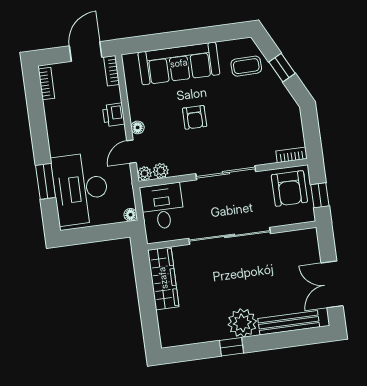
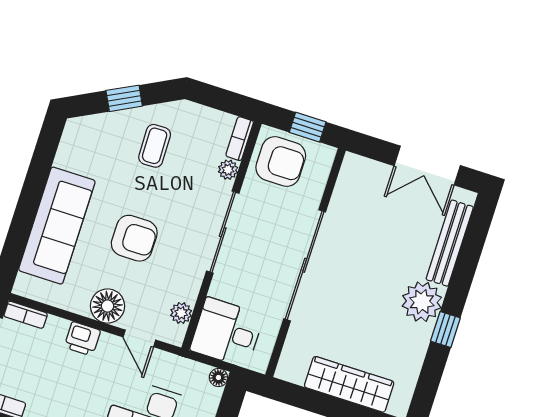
coffee table: (246, 66) -> (155, 146), moved
armchair: (195, 117) -> (134, 238), width x1.38, depth x1.38
floor lamp: (138, 127) -> (108, 306), width x1.89, depth x1.89
plant: (144, 174) -> (228, 170), moved
wardrobe: (163, 278) -> (349, 384), moved

